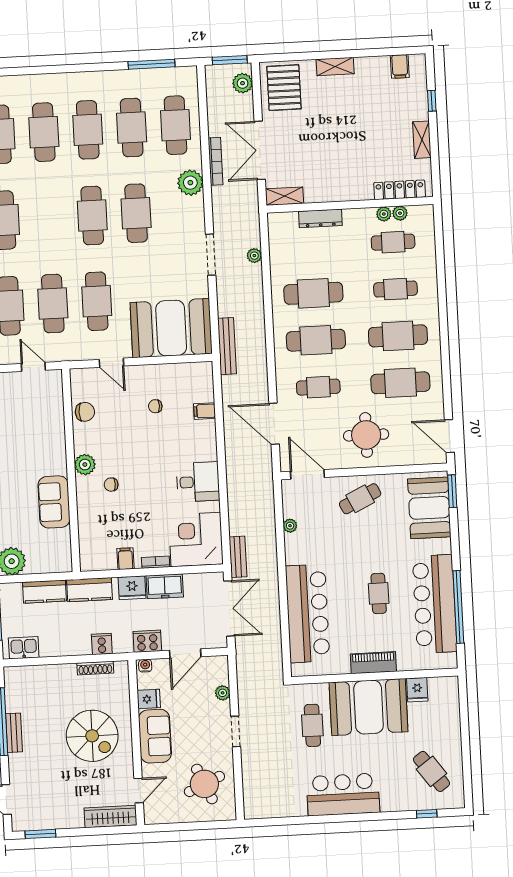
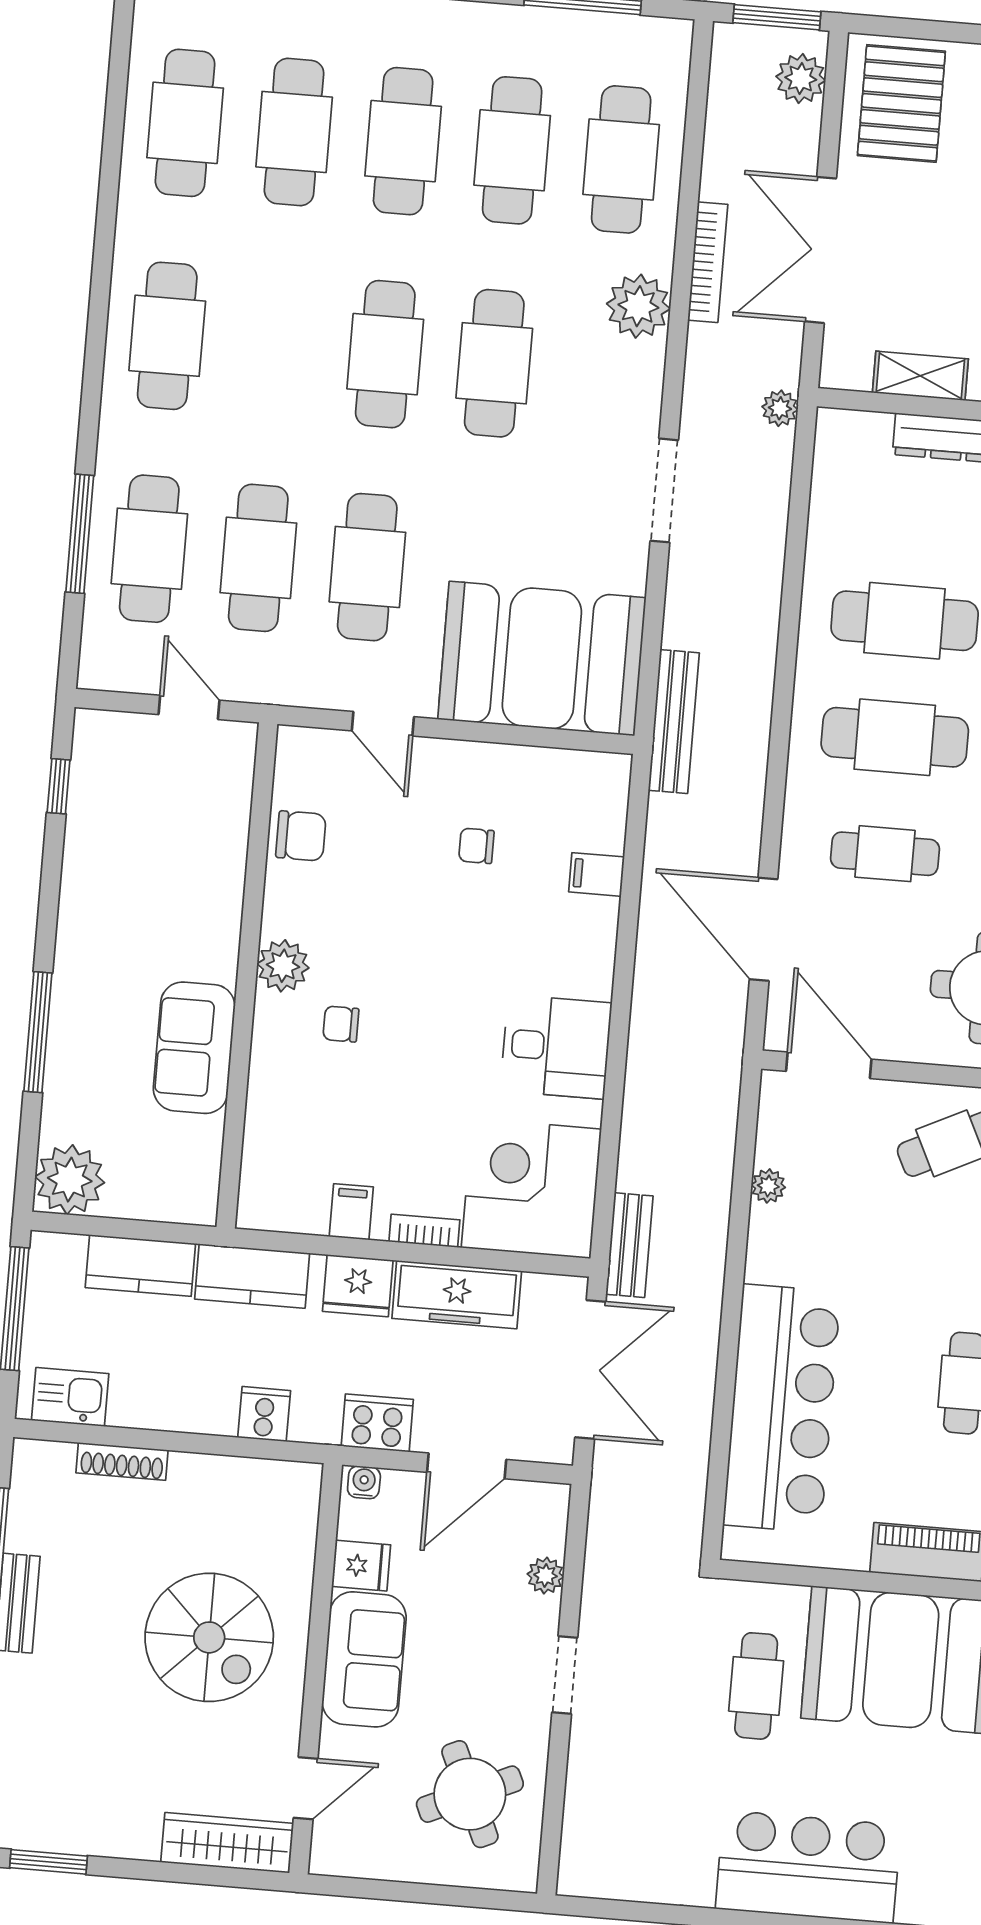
shelving: (284, 196) -> (920, 376), moved
plant: (254, 256) -> (780, 408), moved
freezer: (165, 586) -> (457, 1295), width x1.40
shoe rack: (95, 668) -> (122, 1461), moved

